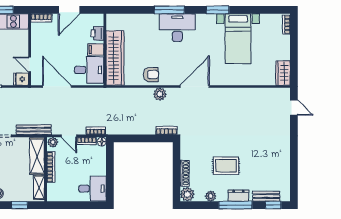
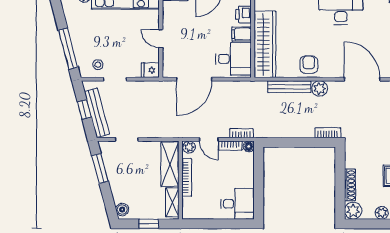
door: (30, 64) -> (161, 39), moved
armchair: (151, 75) -> (309, 65), turned -90
door: (57, 87) -> (194, 79), swing flipped
door: (195, 87) -> (362, 79), hinge flipped
bench: (34, 130) -> (289, 87), moved

